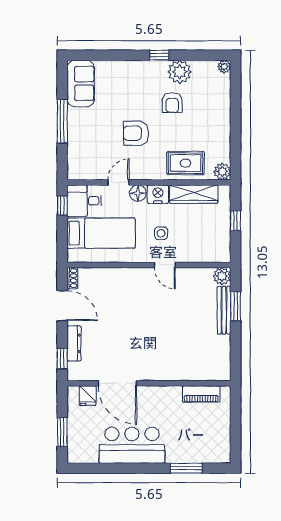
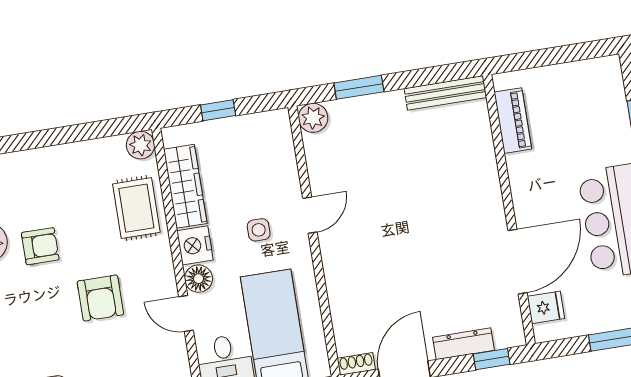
bench: (224, 310) -> (445, 93), moved

